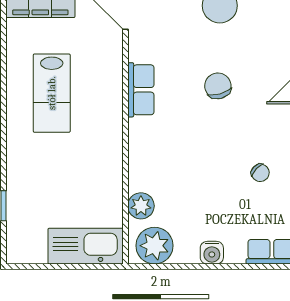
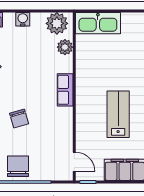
row of seats: (141, 90) -> (65, 90), moved

